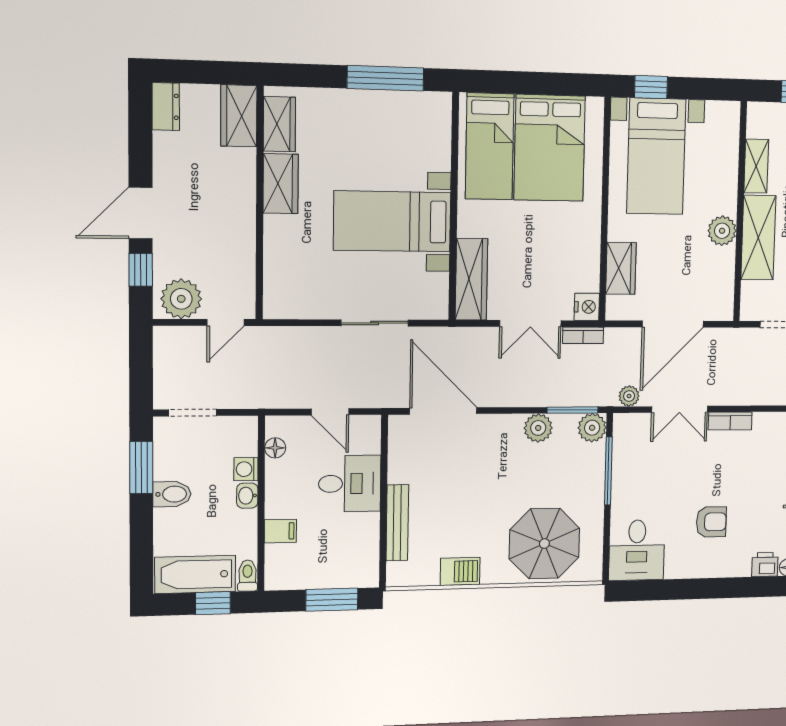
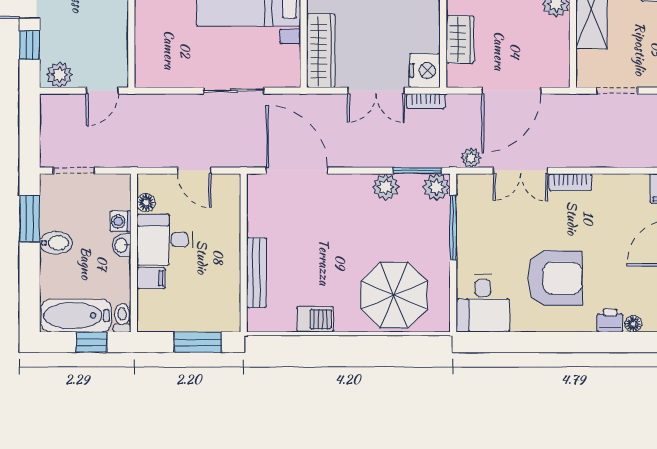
plant: (181, 299) -> (59, 75), width x0.73, depth x0.73
nightstand: (587, 307) -> (425, 71), width x1.36, depth x1.33
desk: (350, 484) -> (165, 240), moved, turned 180
armchair: (711, 522) -> (555, 278), width x1.88, depth x1.88

